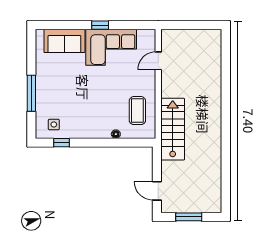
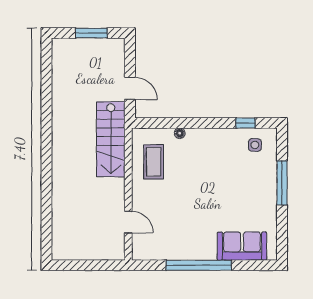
window: (100, 25) -> (199, 265), width x3.17
corner sofa: (111, 47) -> (185, 239), removed
door: (158, 61) -> (128, 222), hinge flipped
door: (157, 191) -> (130, 88), moved

